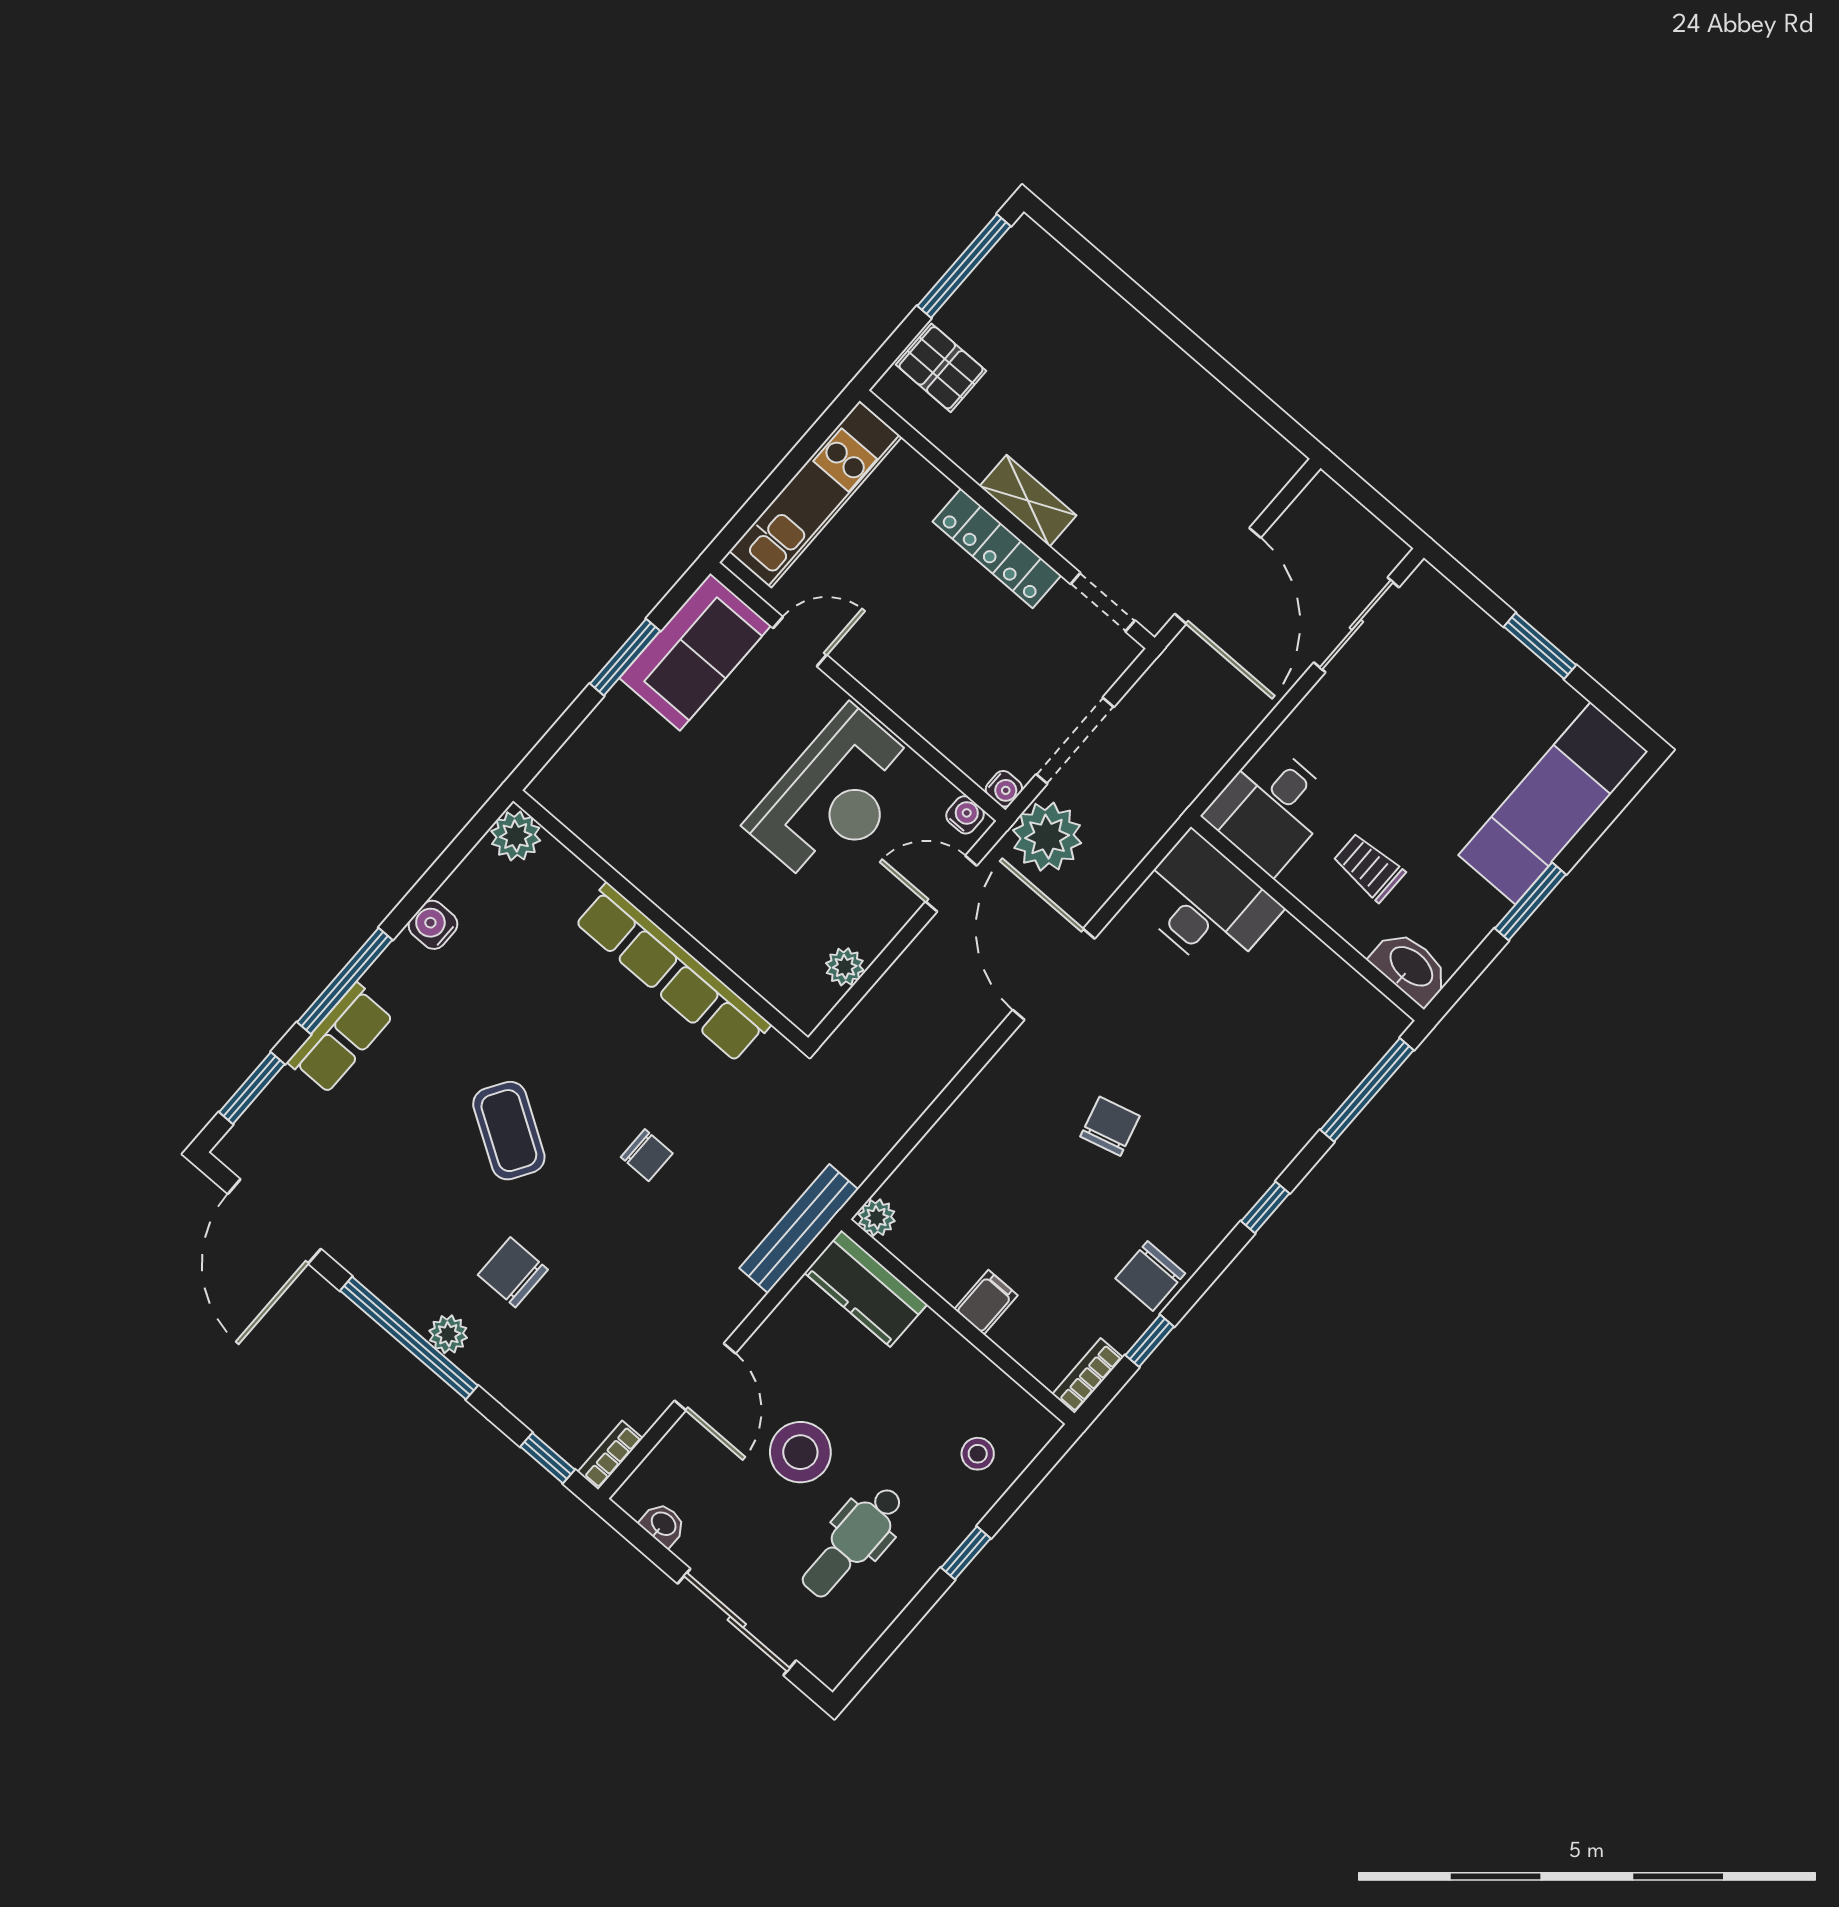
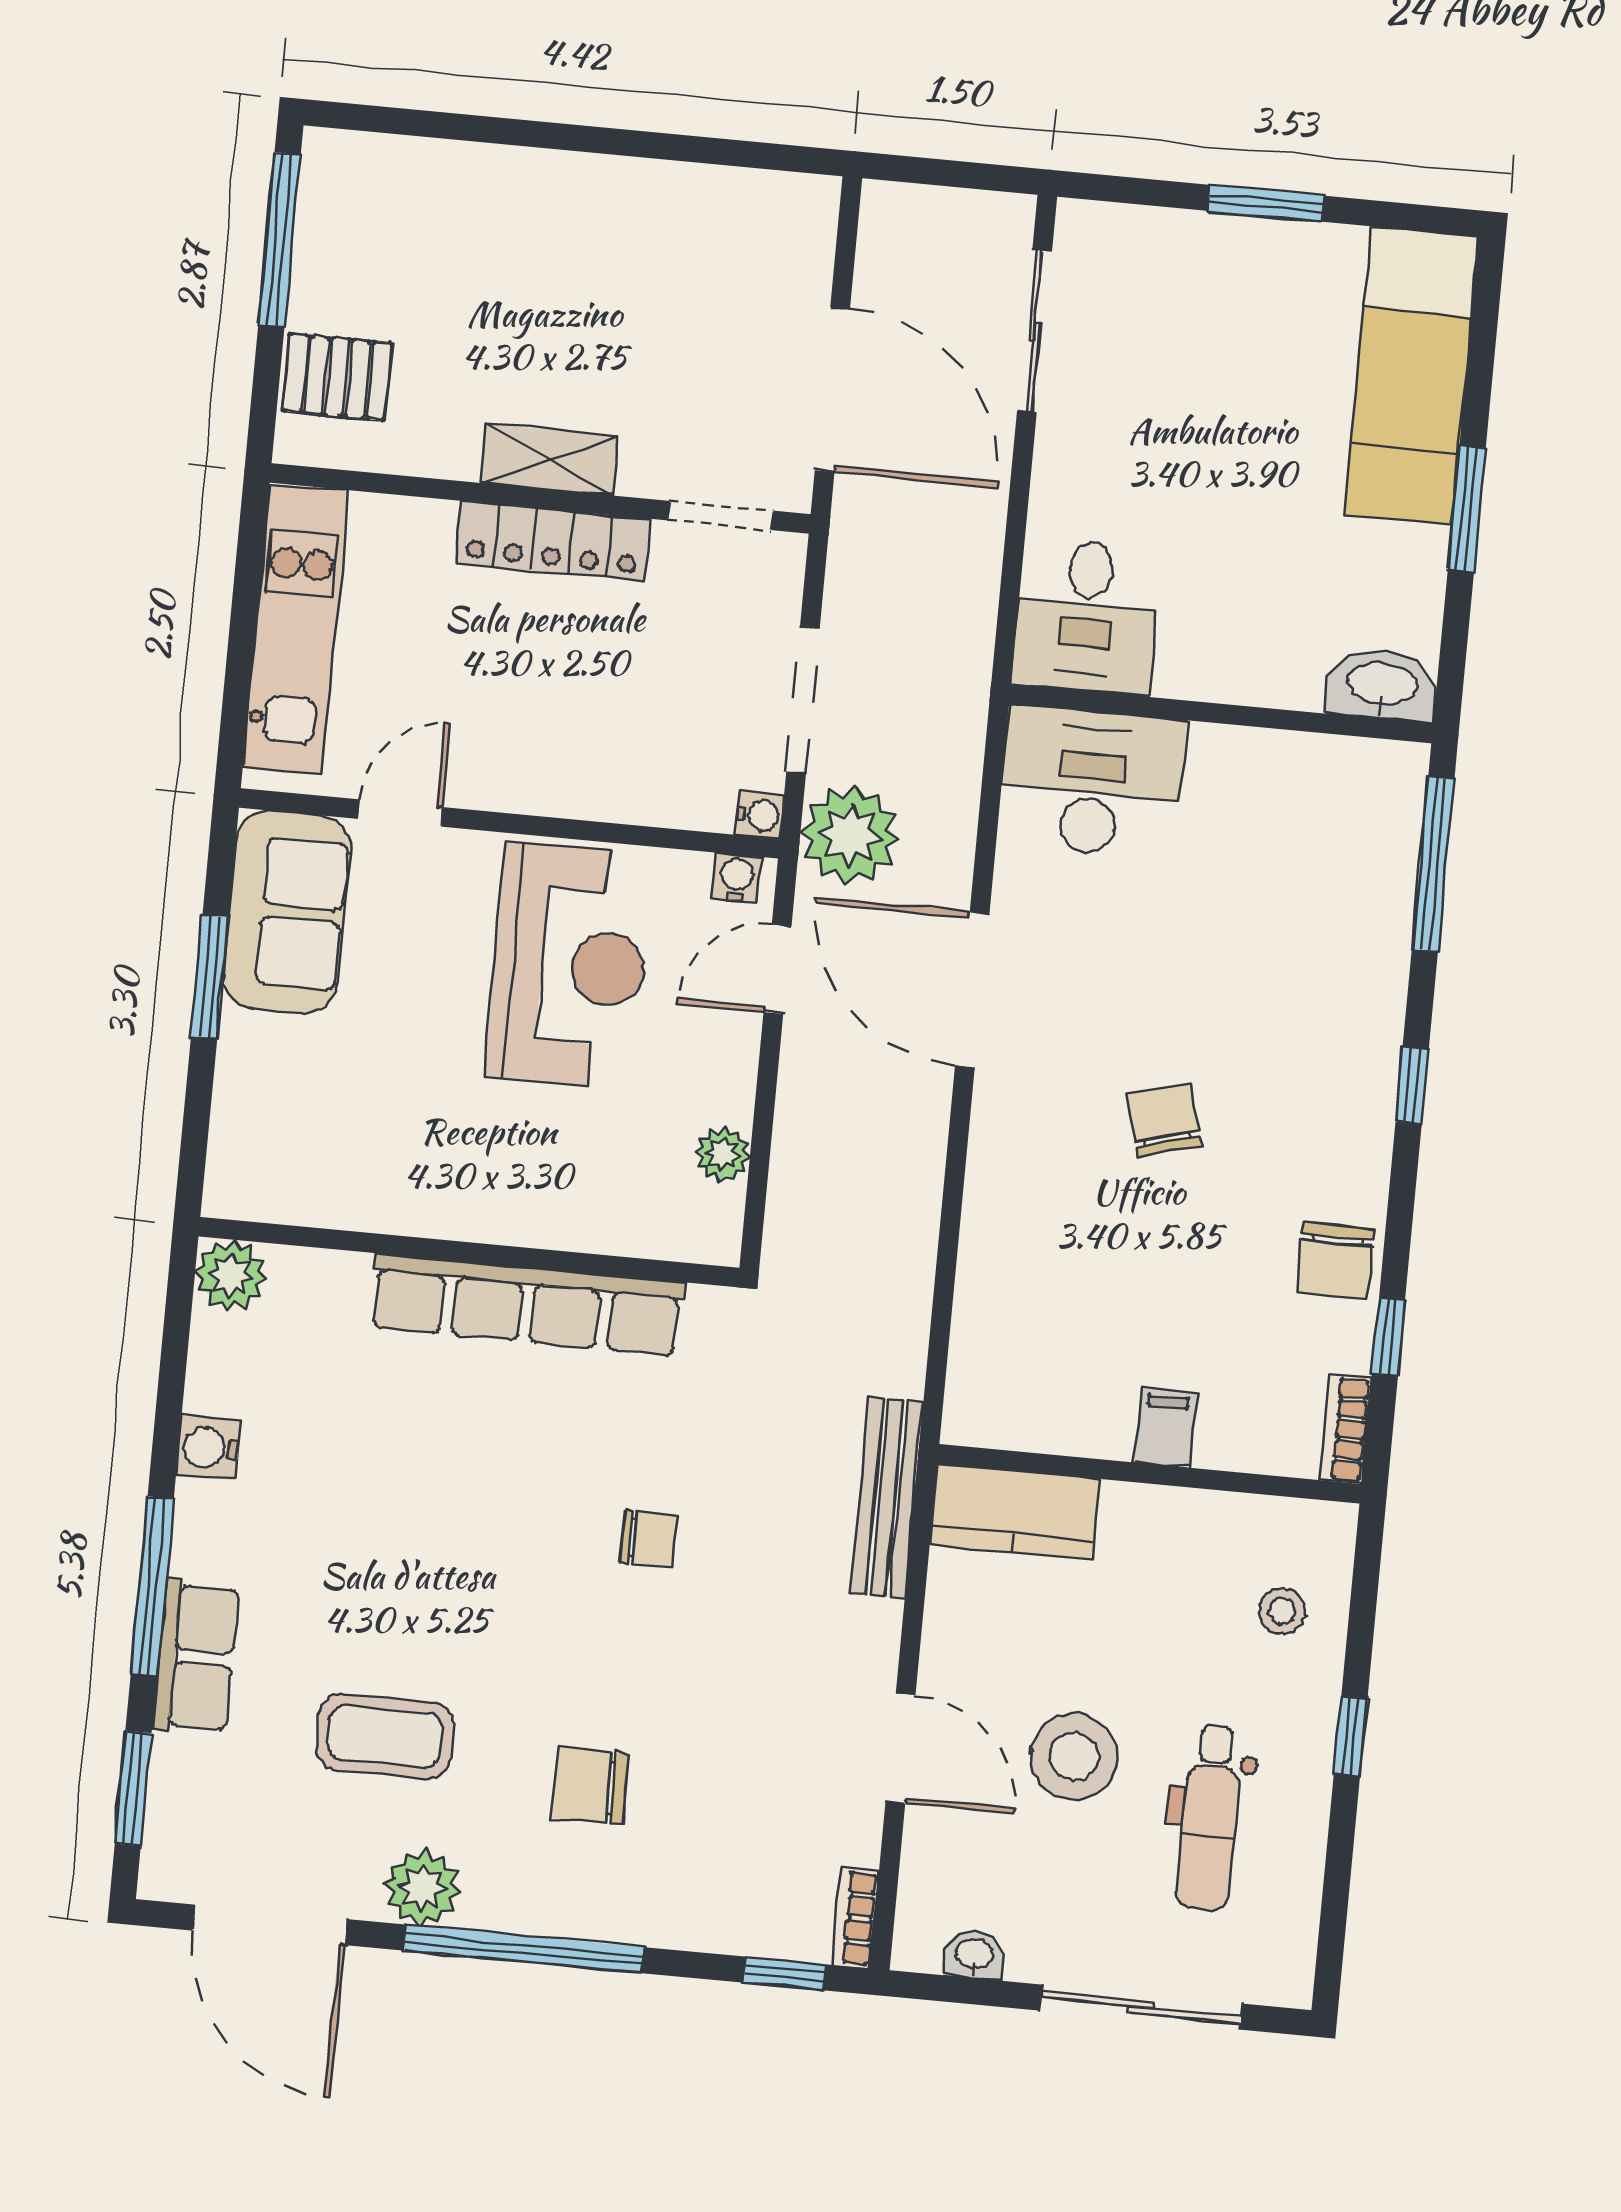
trolley: (1369, 867) -> (1250, 603), removed
coffee table: (509, 1131) -> (385, 1736), moved, turned -32
plant: (877, 1218) -> (968, 1420), removed
plant: (448, 1334) -> (422, 1888), moved, width x1.38, depth x1.38

